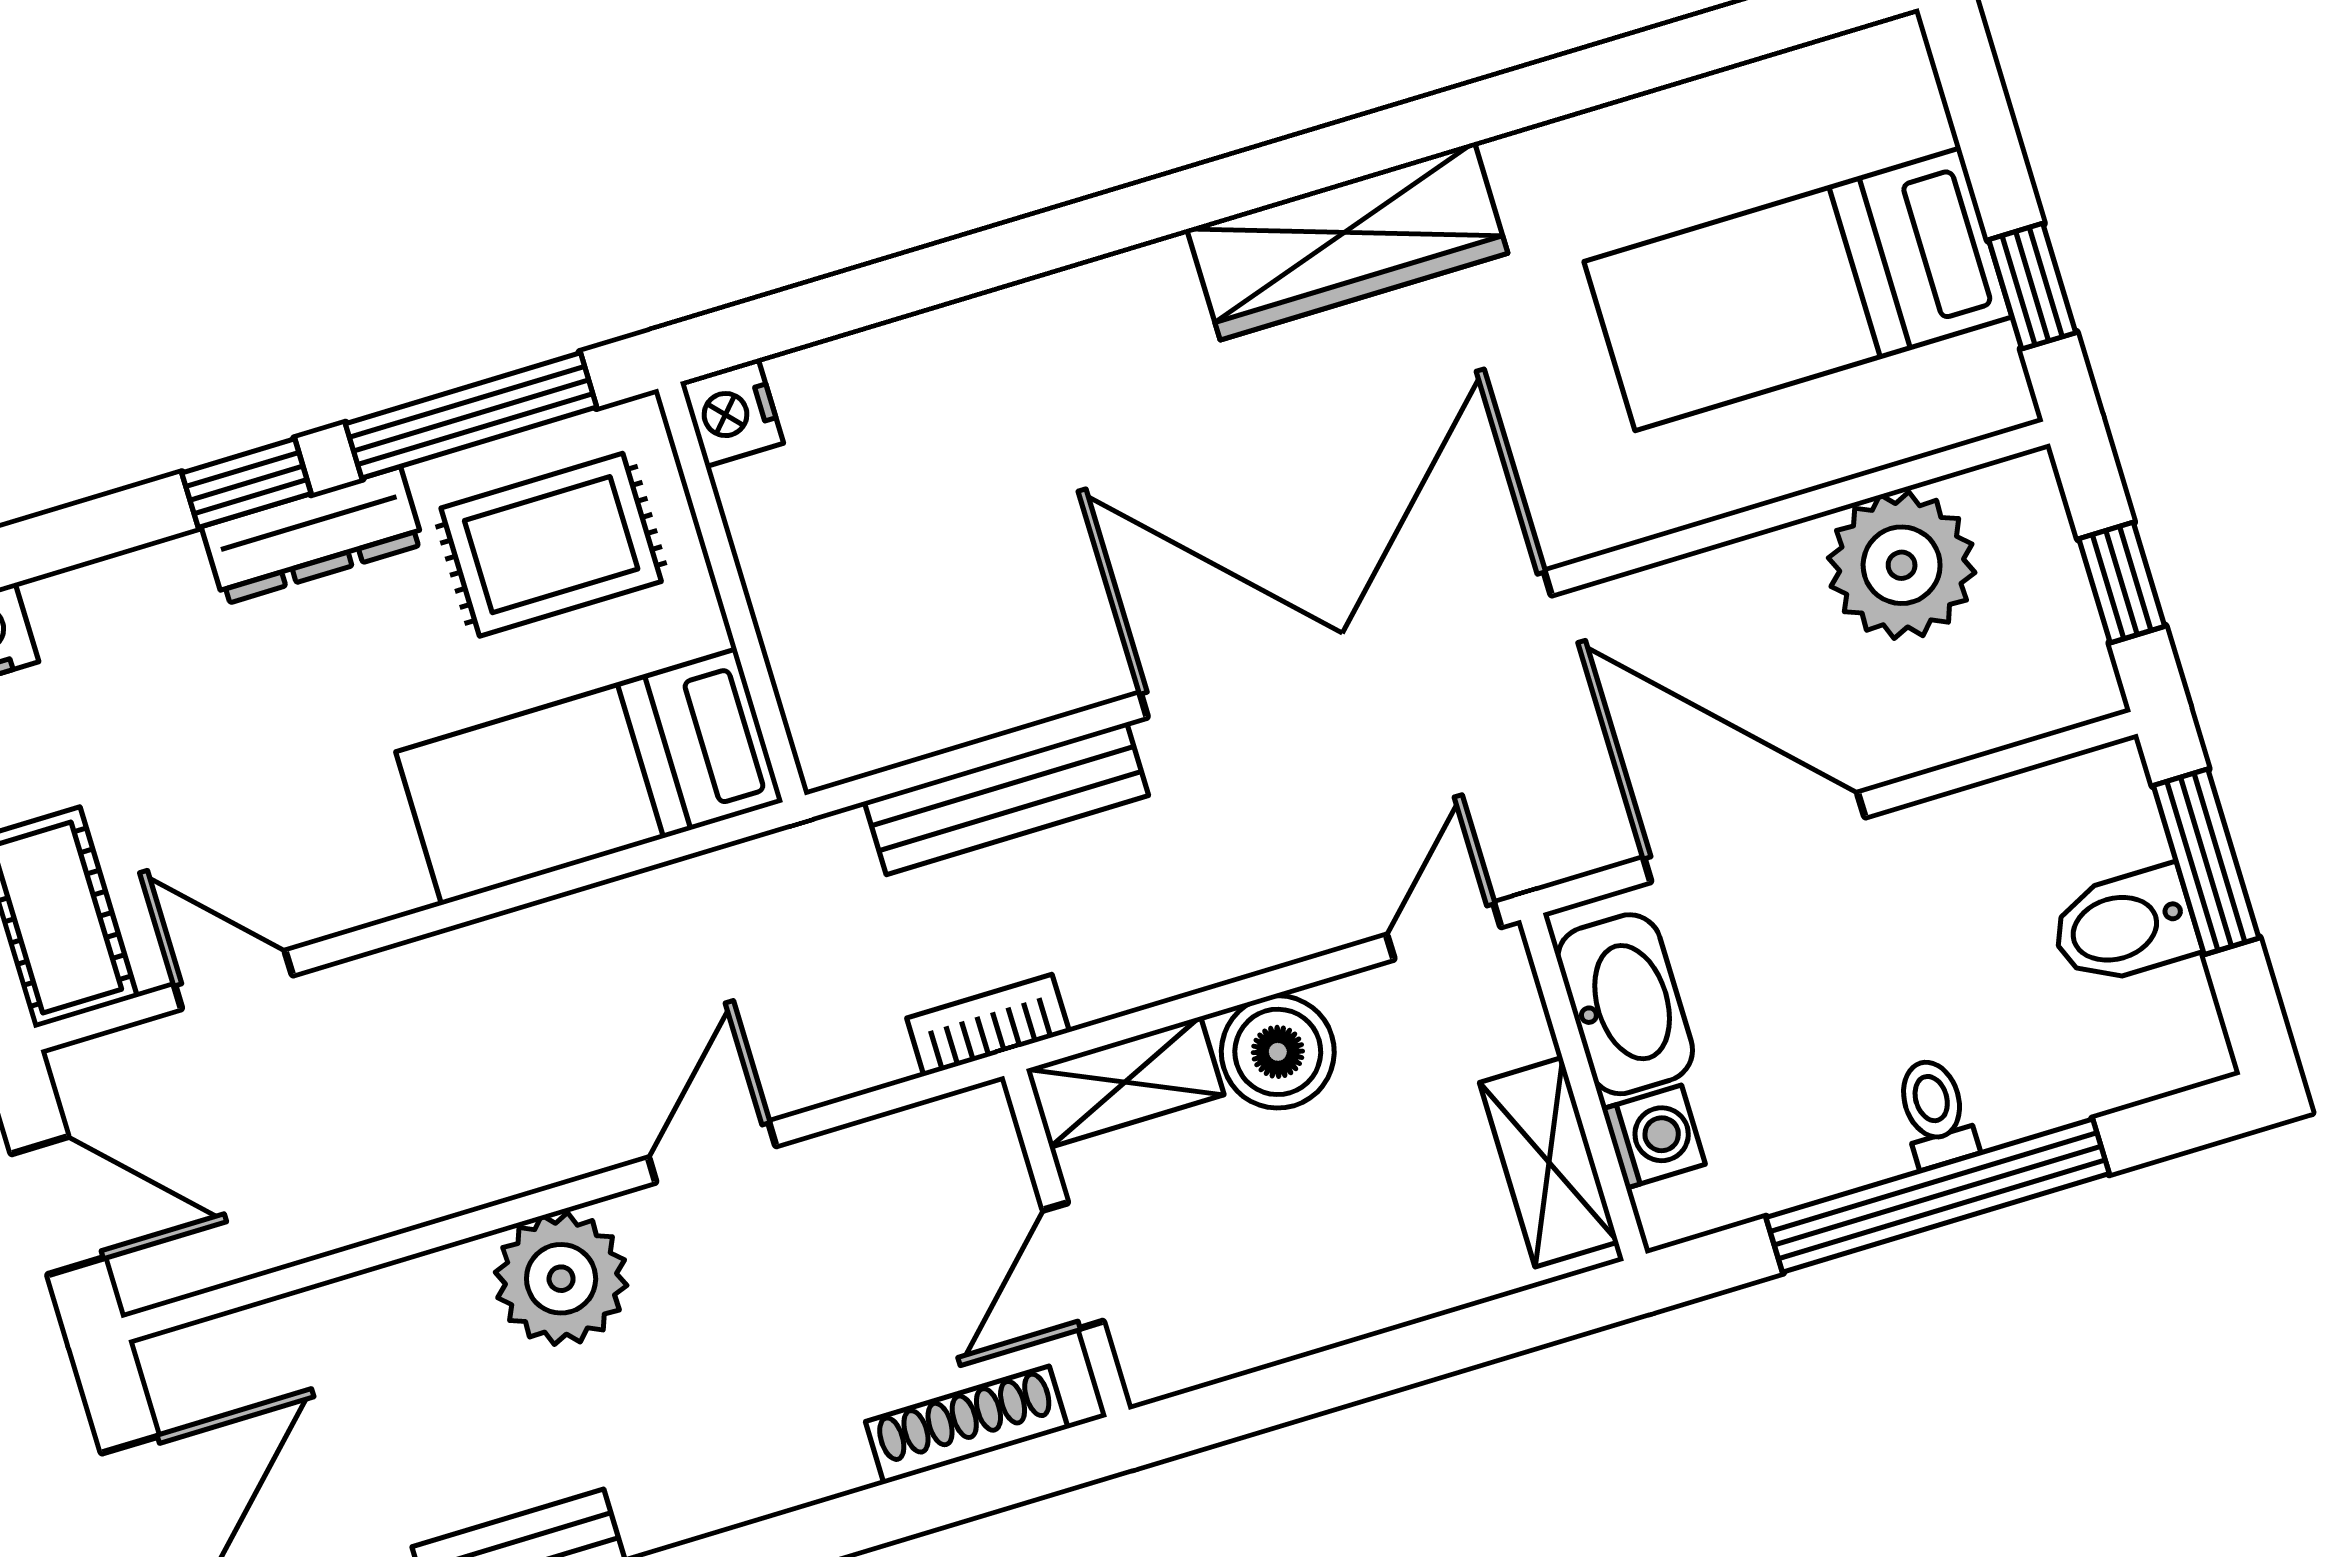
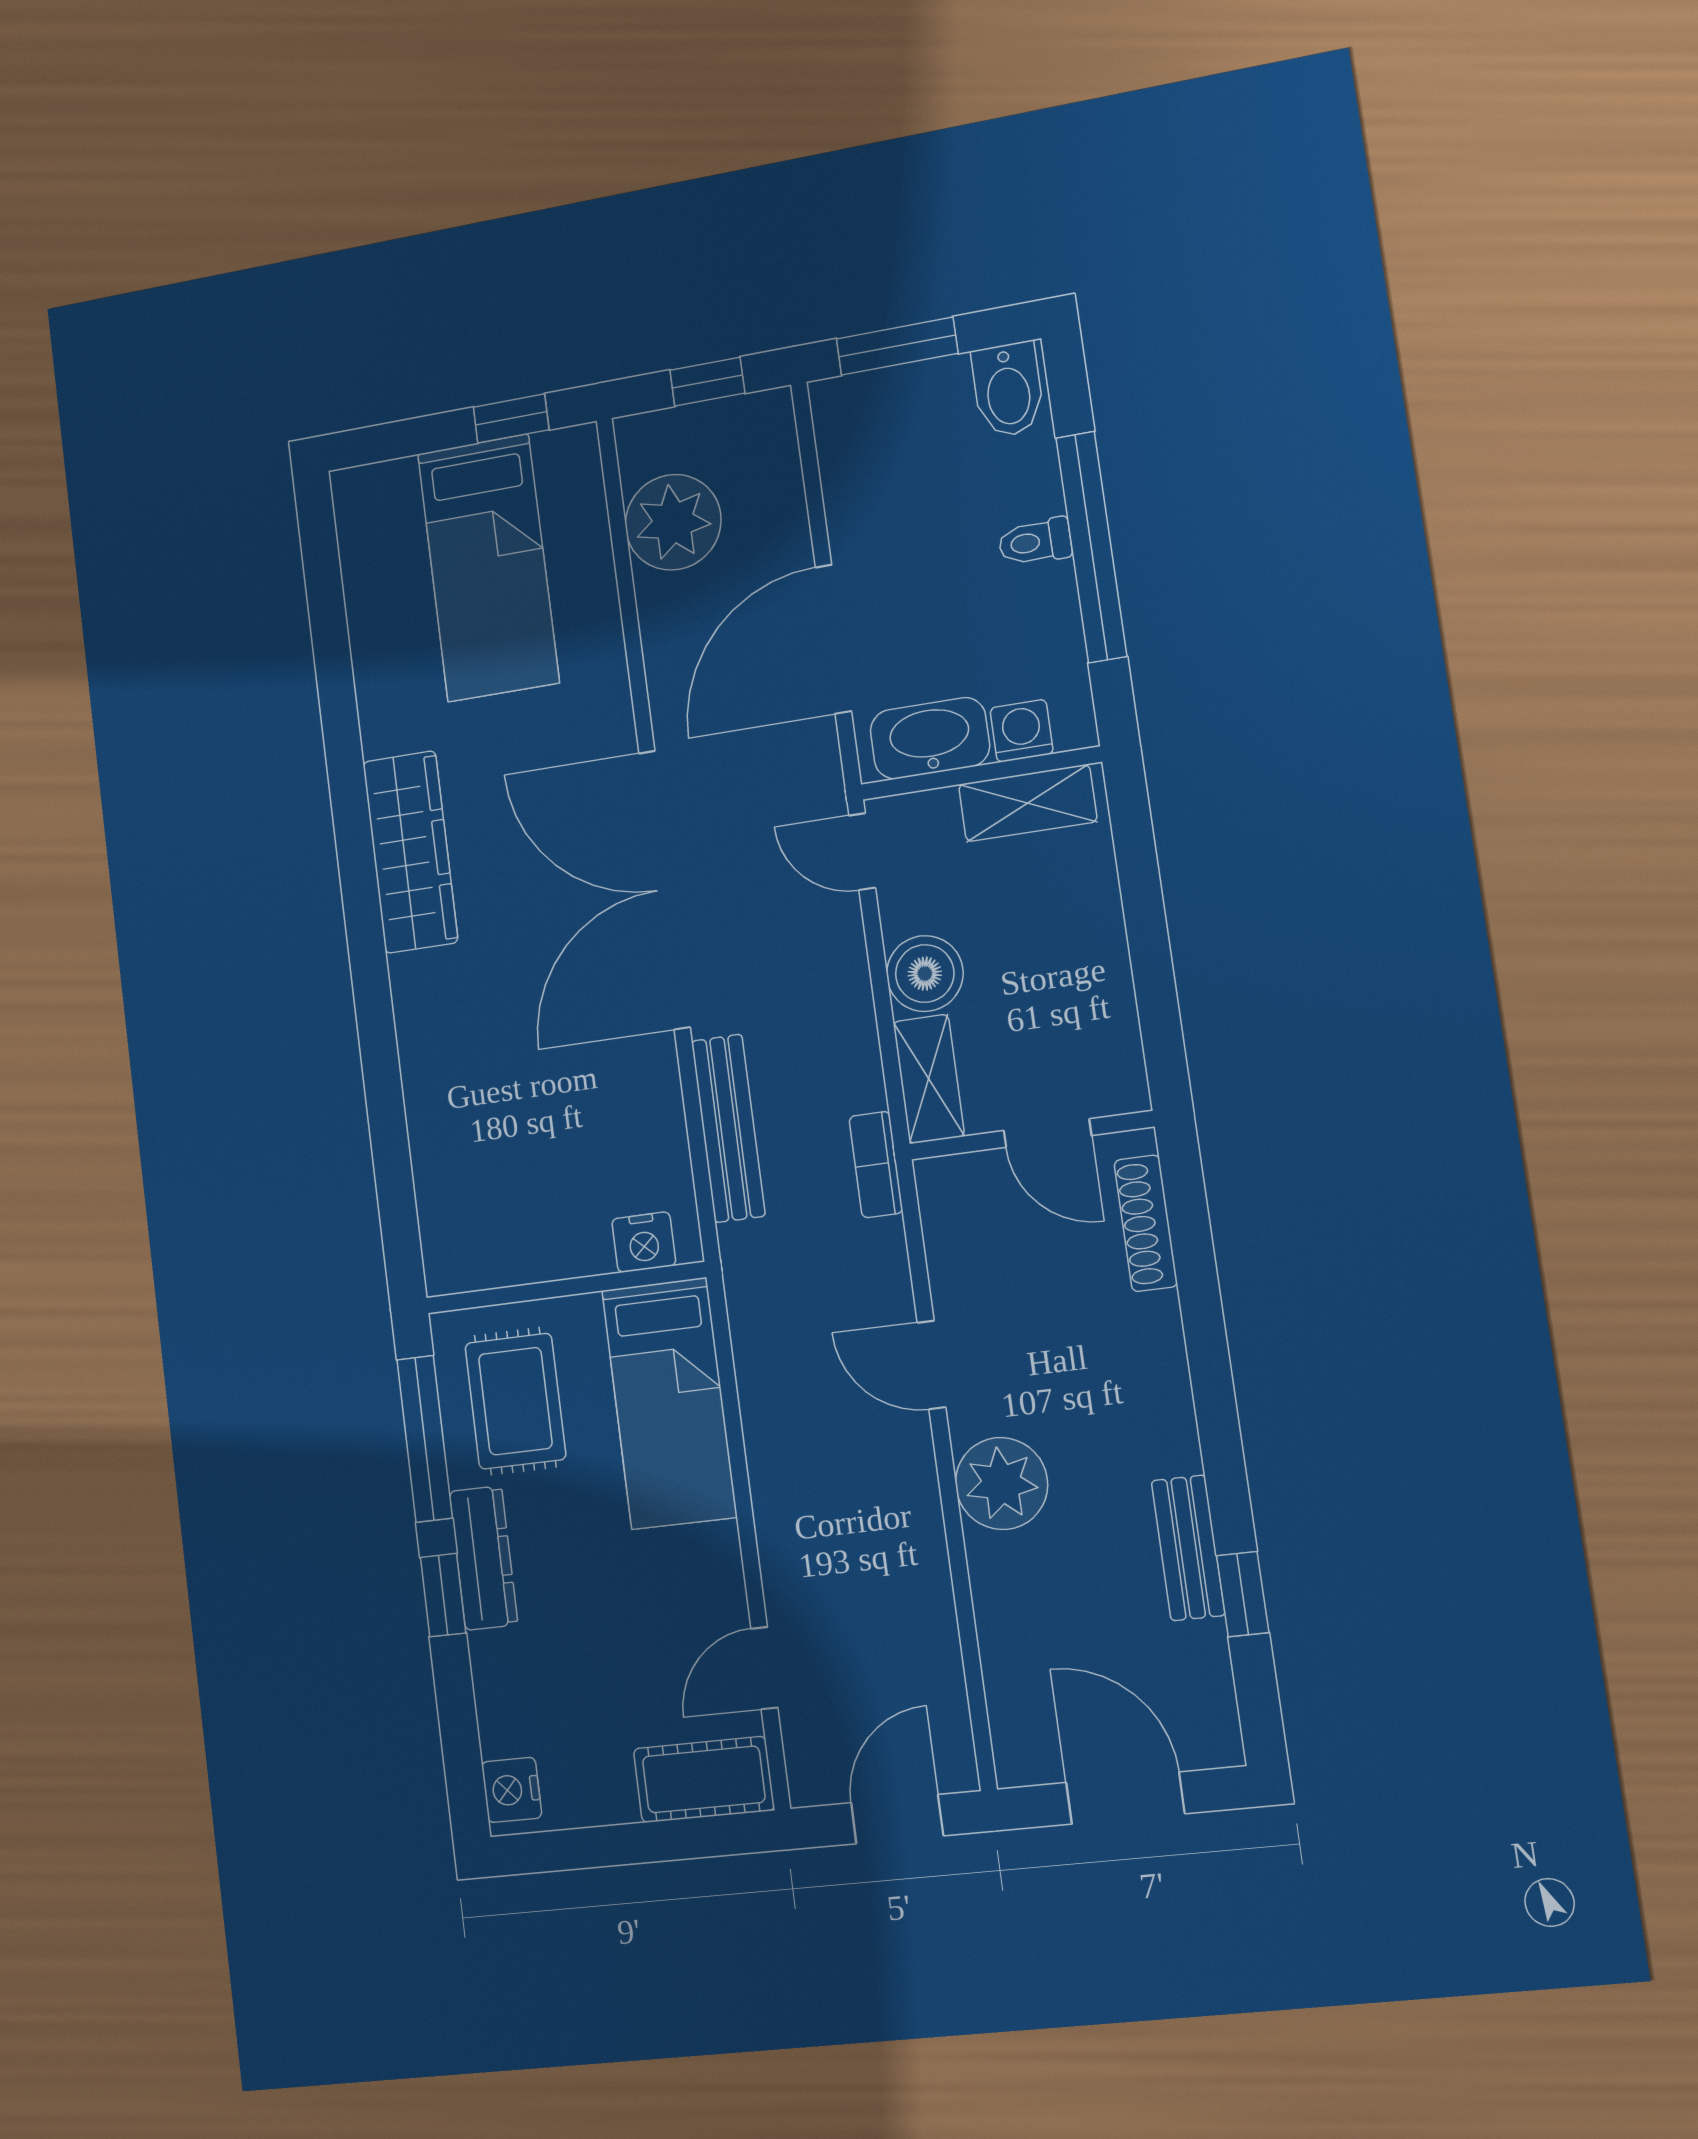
nightstand: (732, 413) -> (644, 1242), moved
bidet: (2124, 926) -> (1008, 390), moved

